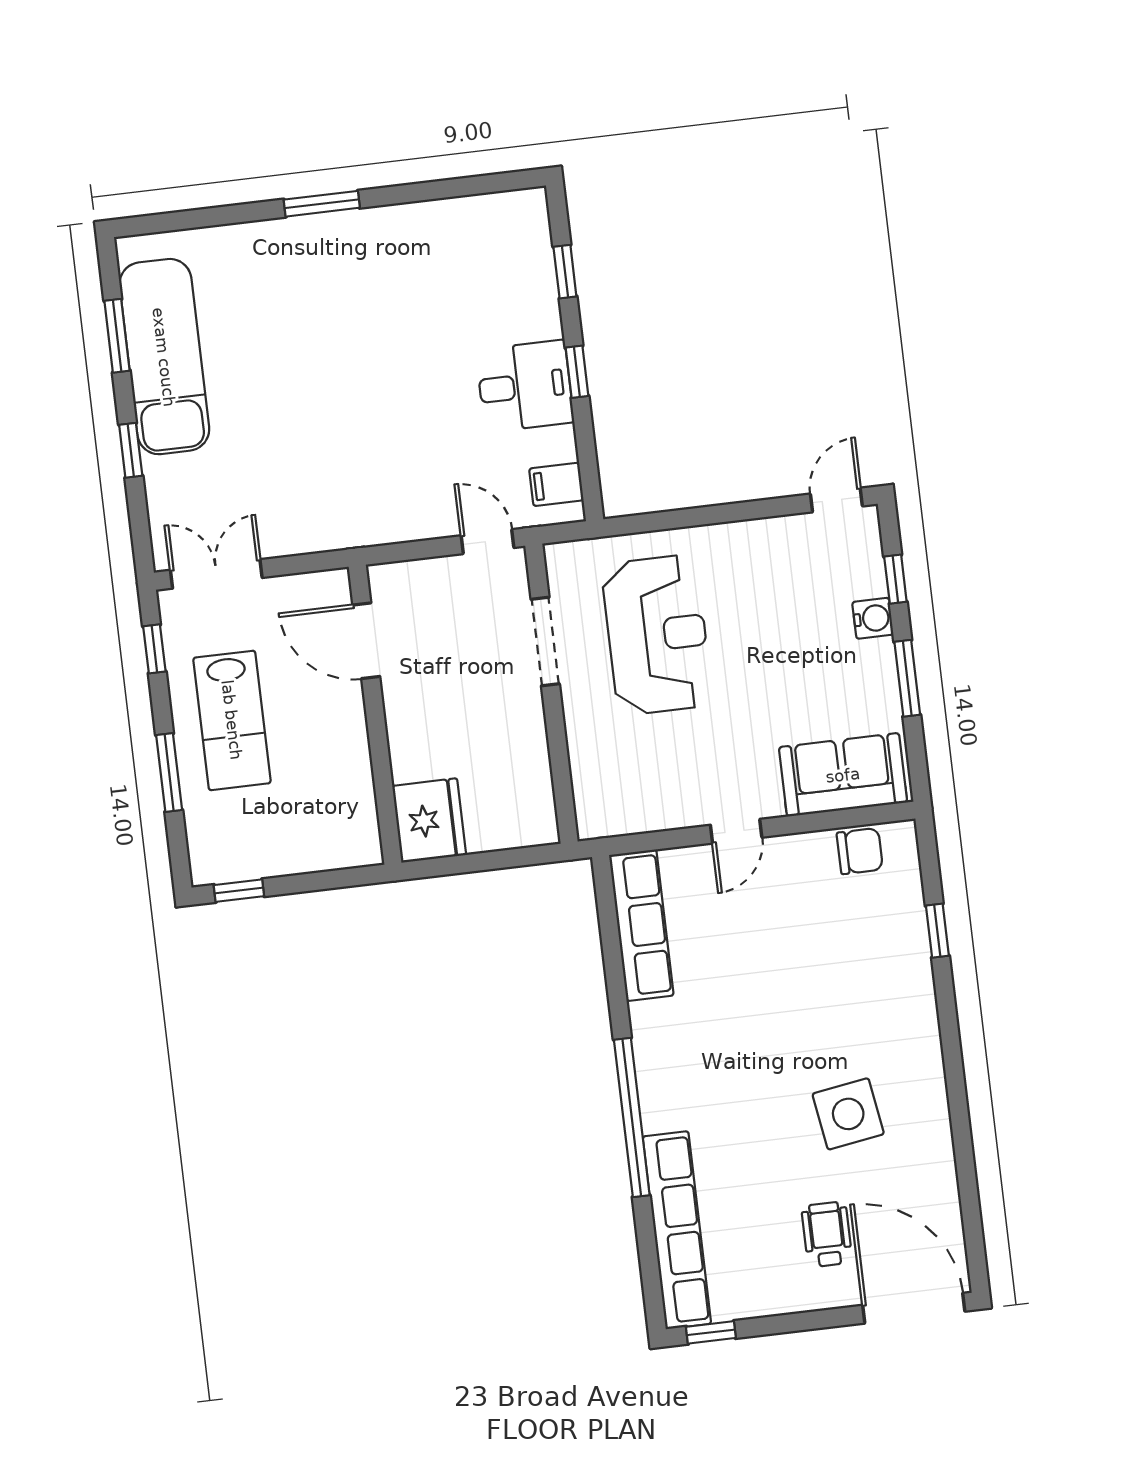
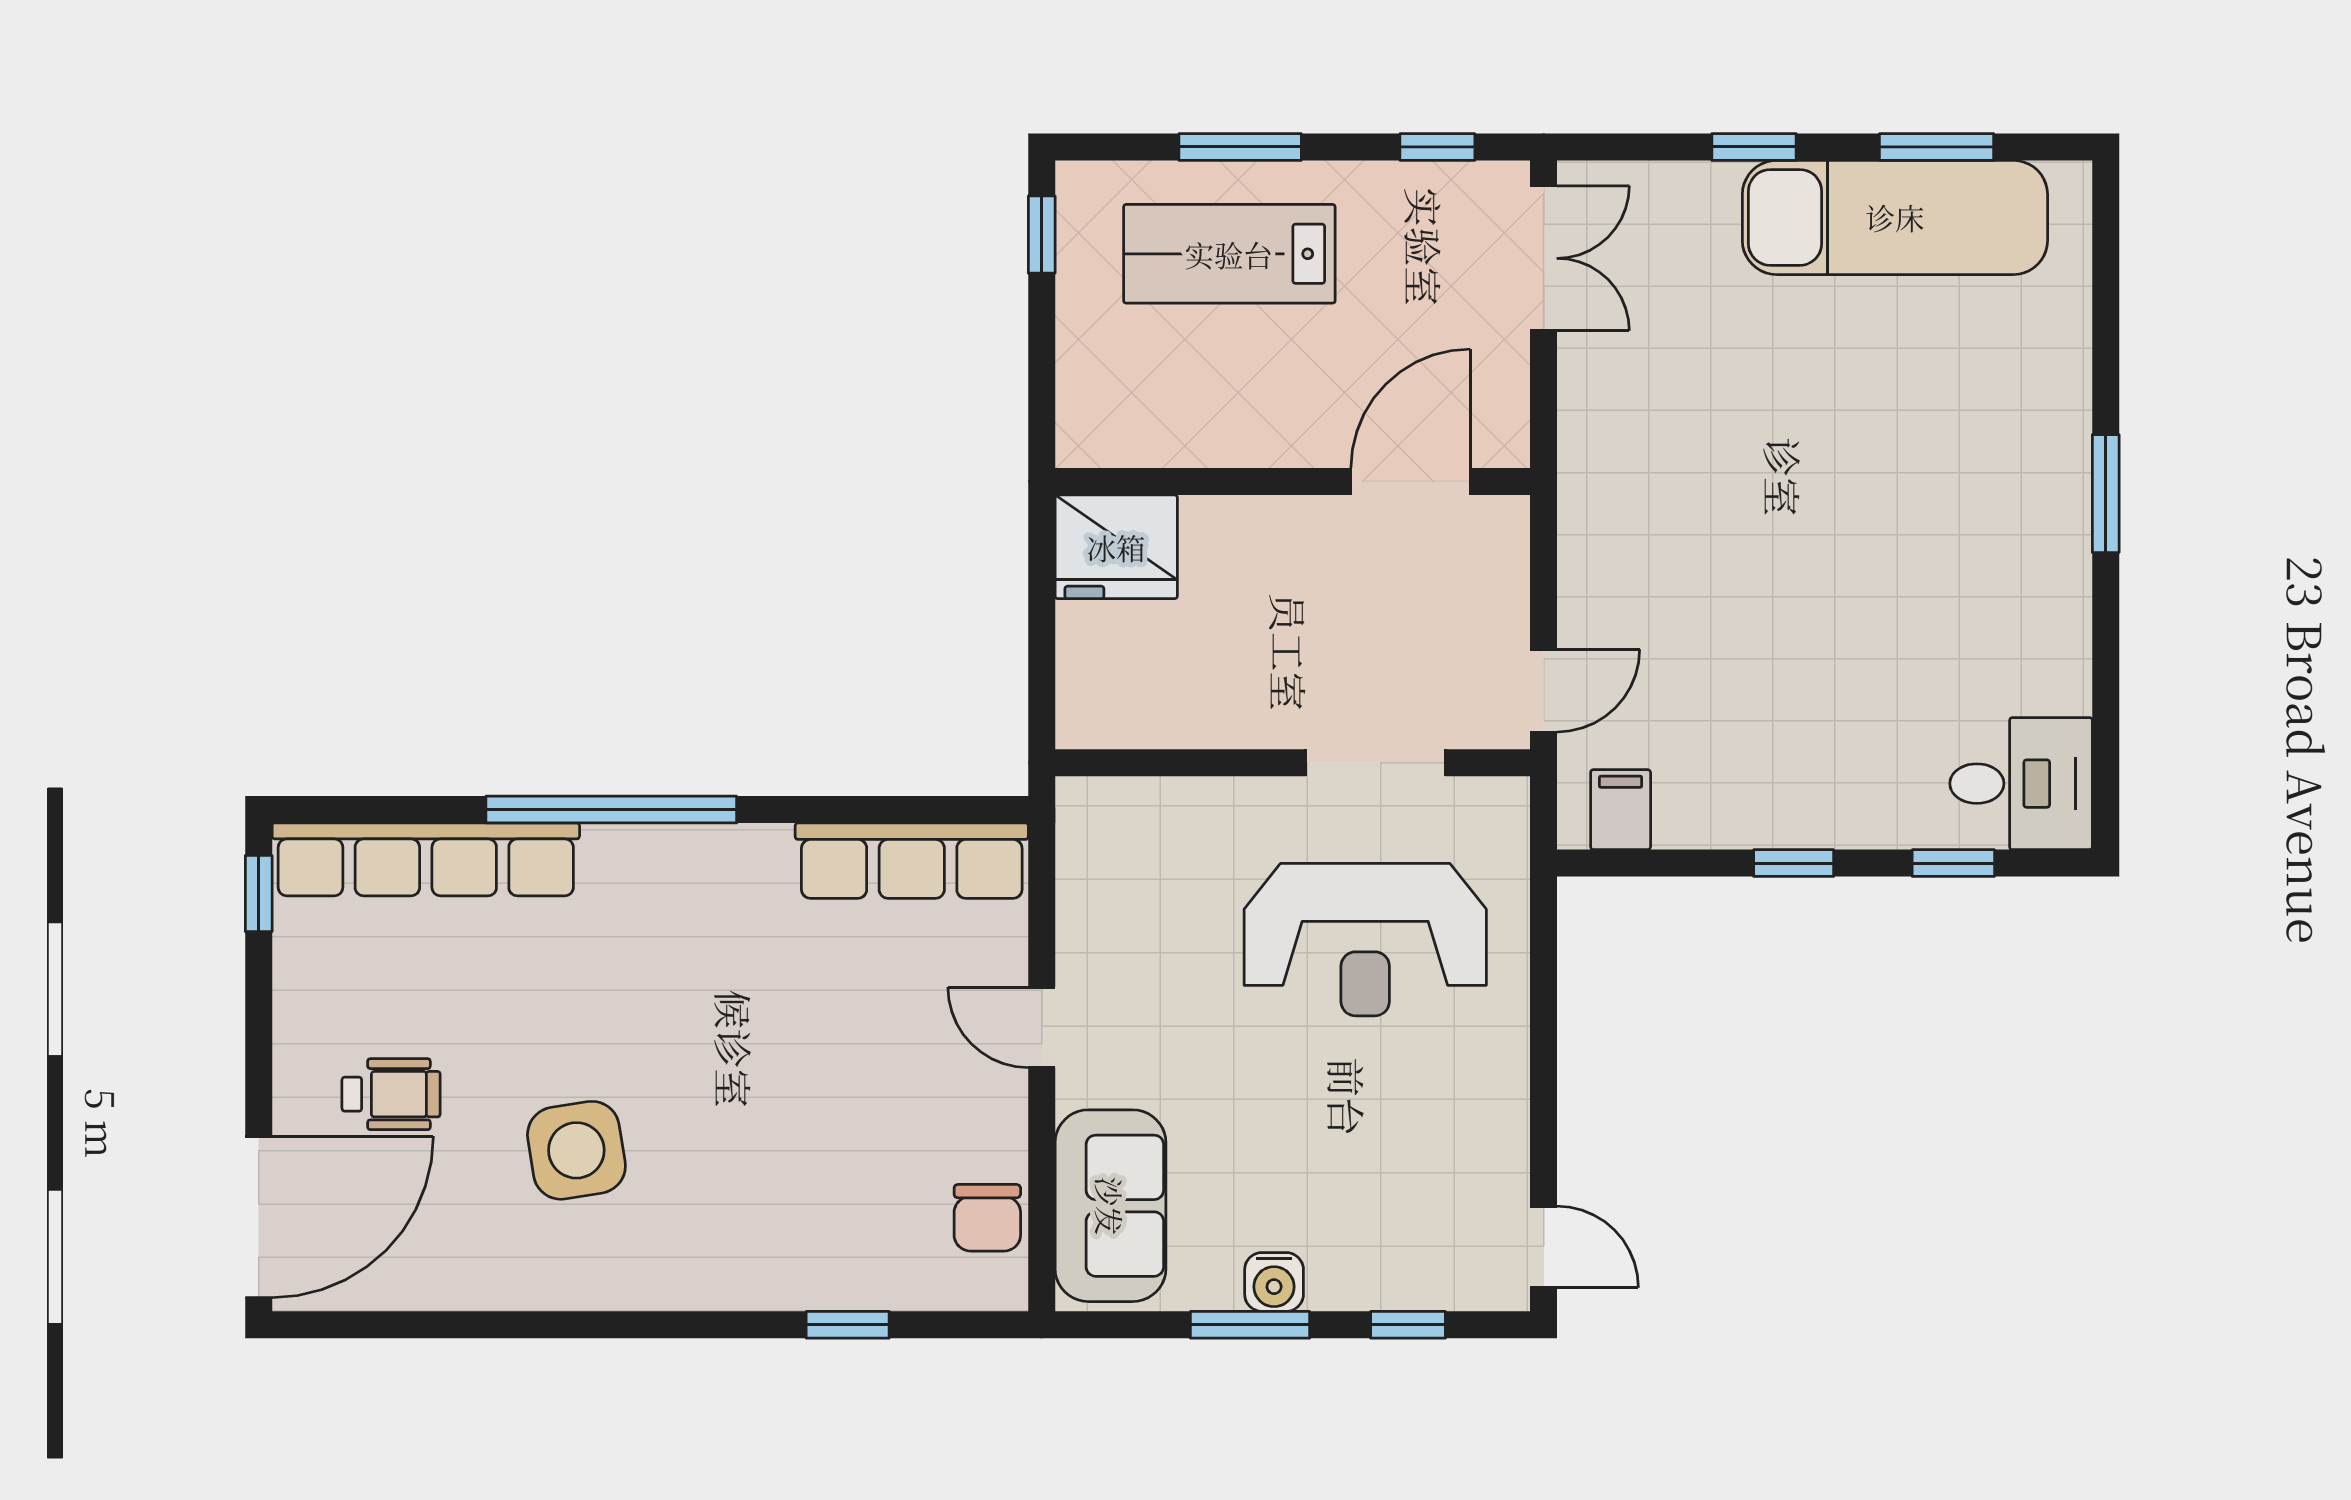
desk: (525, 386) -> (2021, 784), moved, turned -90
water cooler: (873, 618) -> (1274, 1282), moved
lab bench: (232, 720) -> (1229, 254), moved

